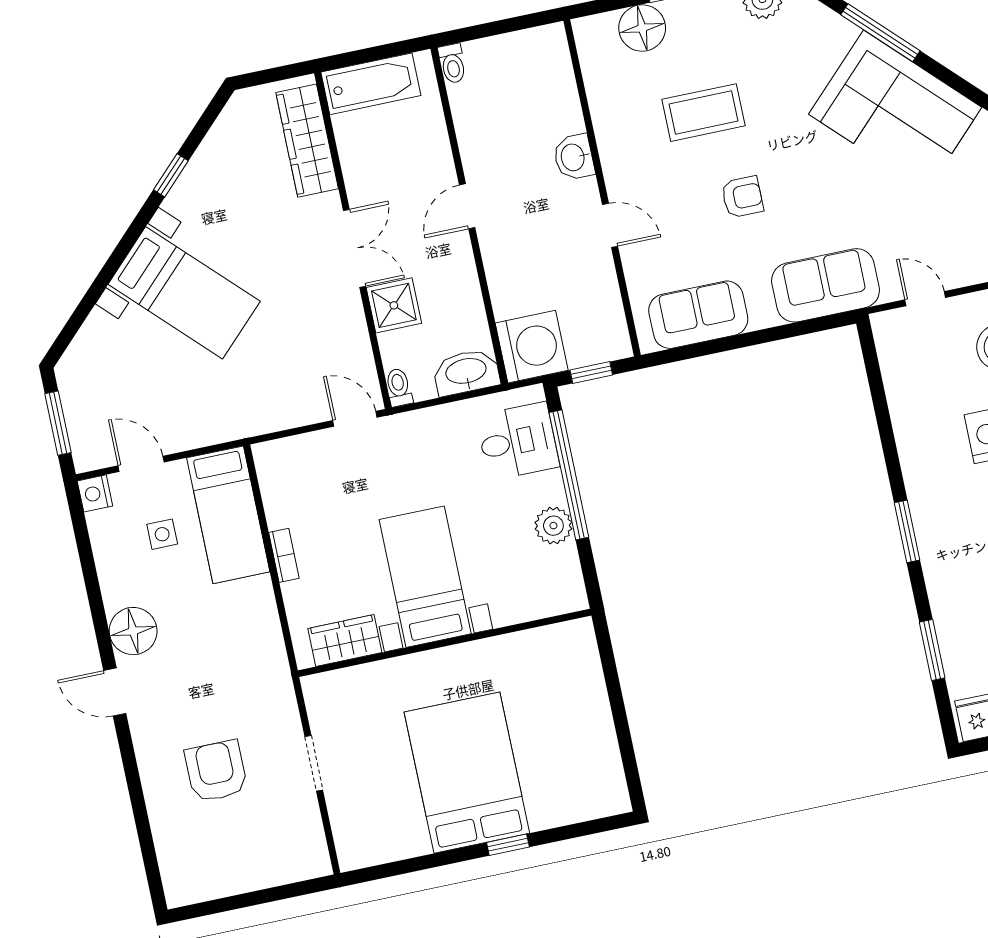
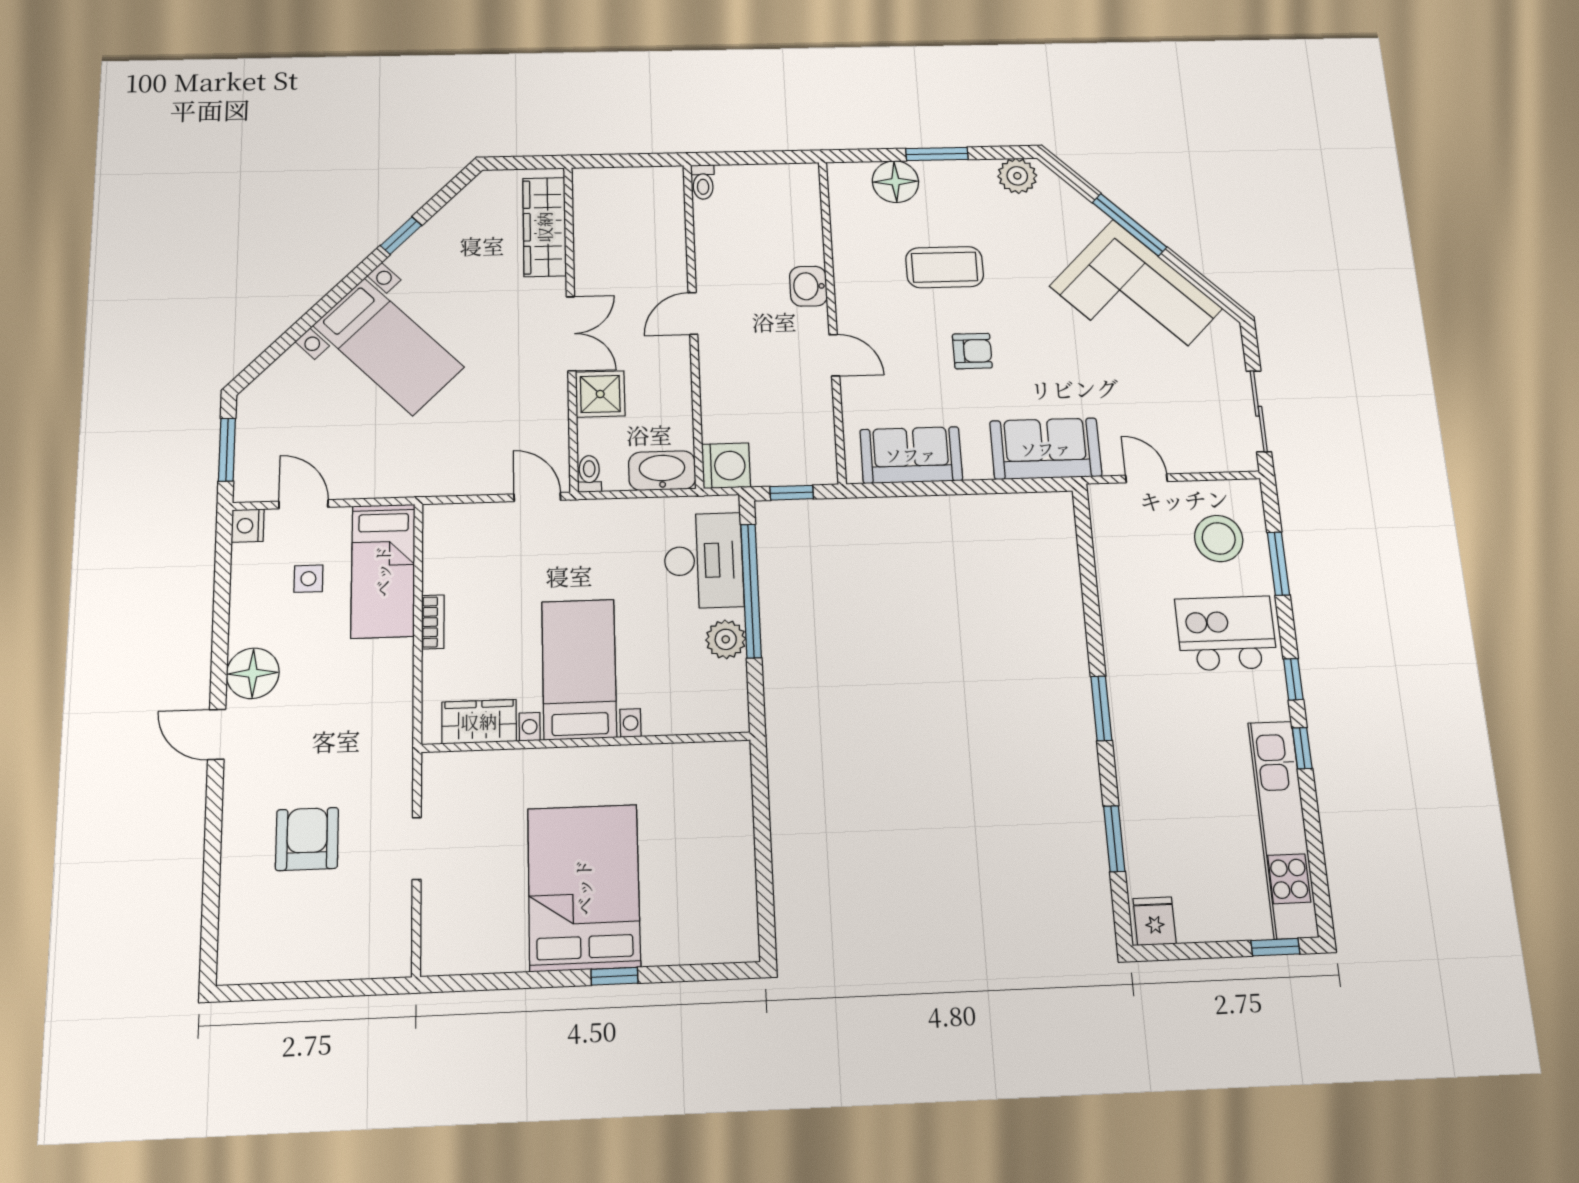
bathtub: (371, 84) -> (619, 187), removed
washing machine: (532, 347) -> (726, 466), width x0.73, depth x0.73
desk: (518, 441) -> (704, 561), width x1.37

